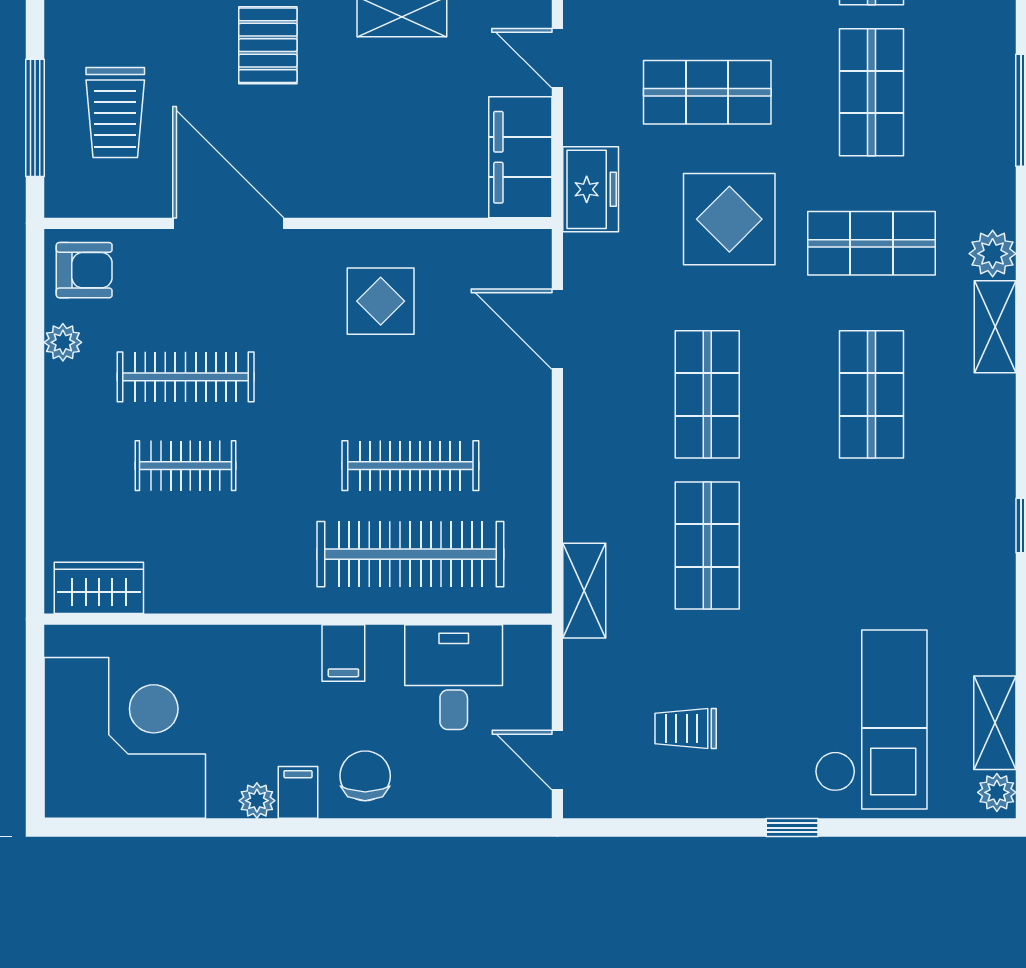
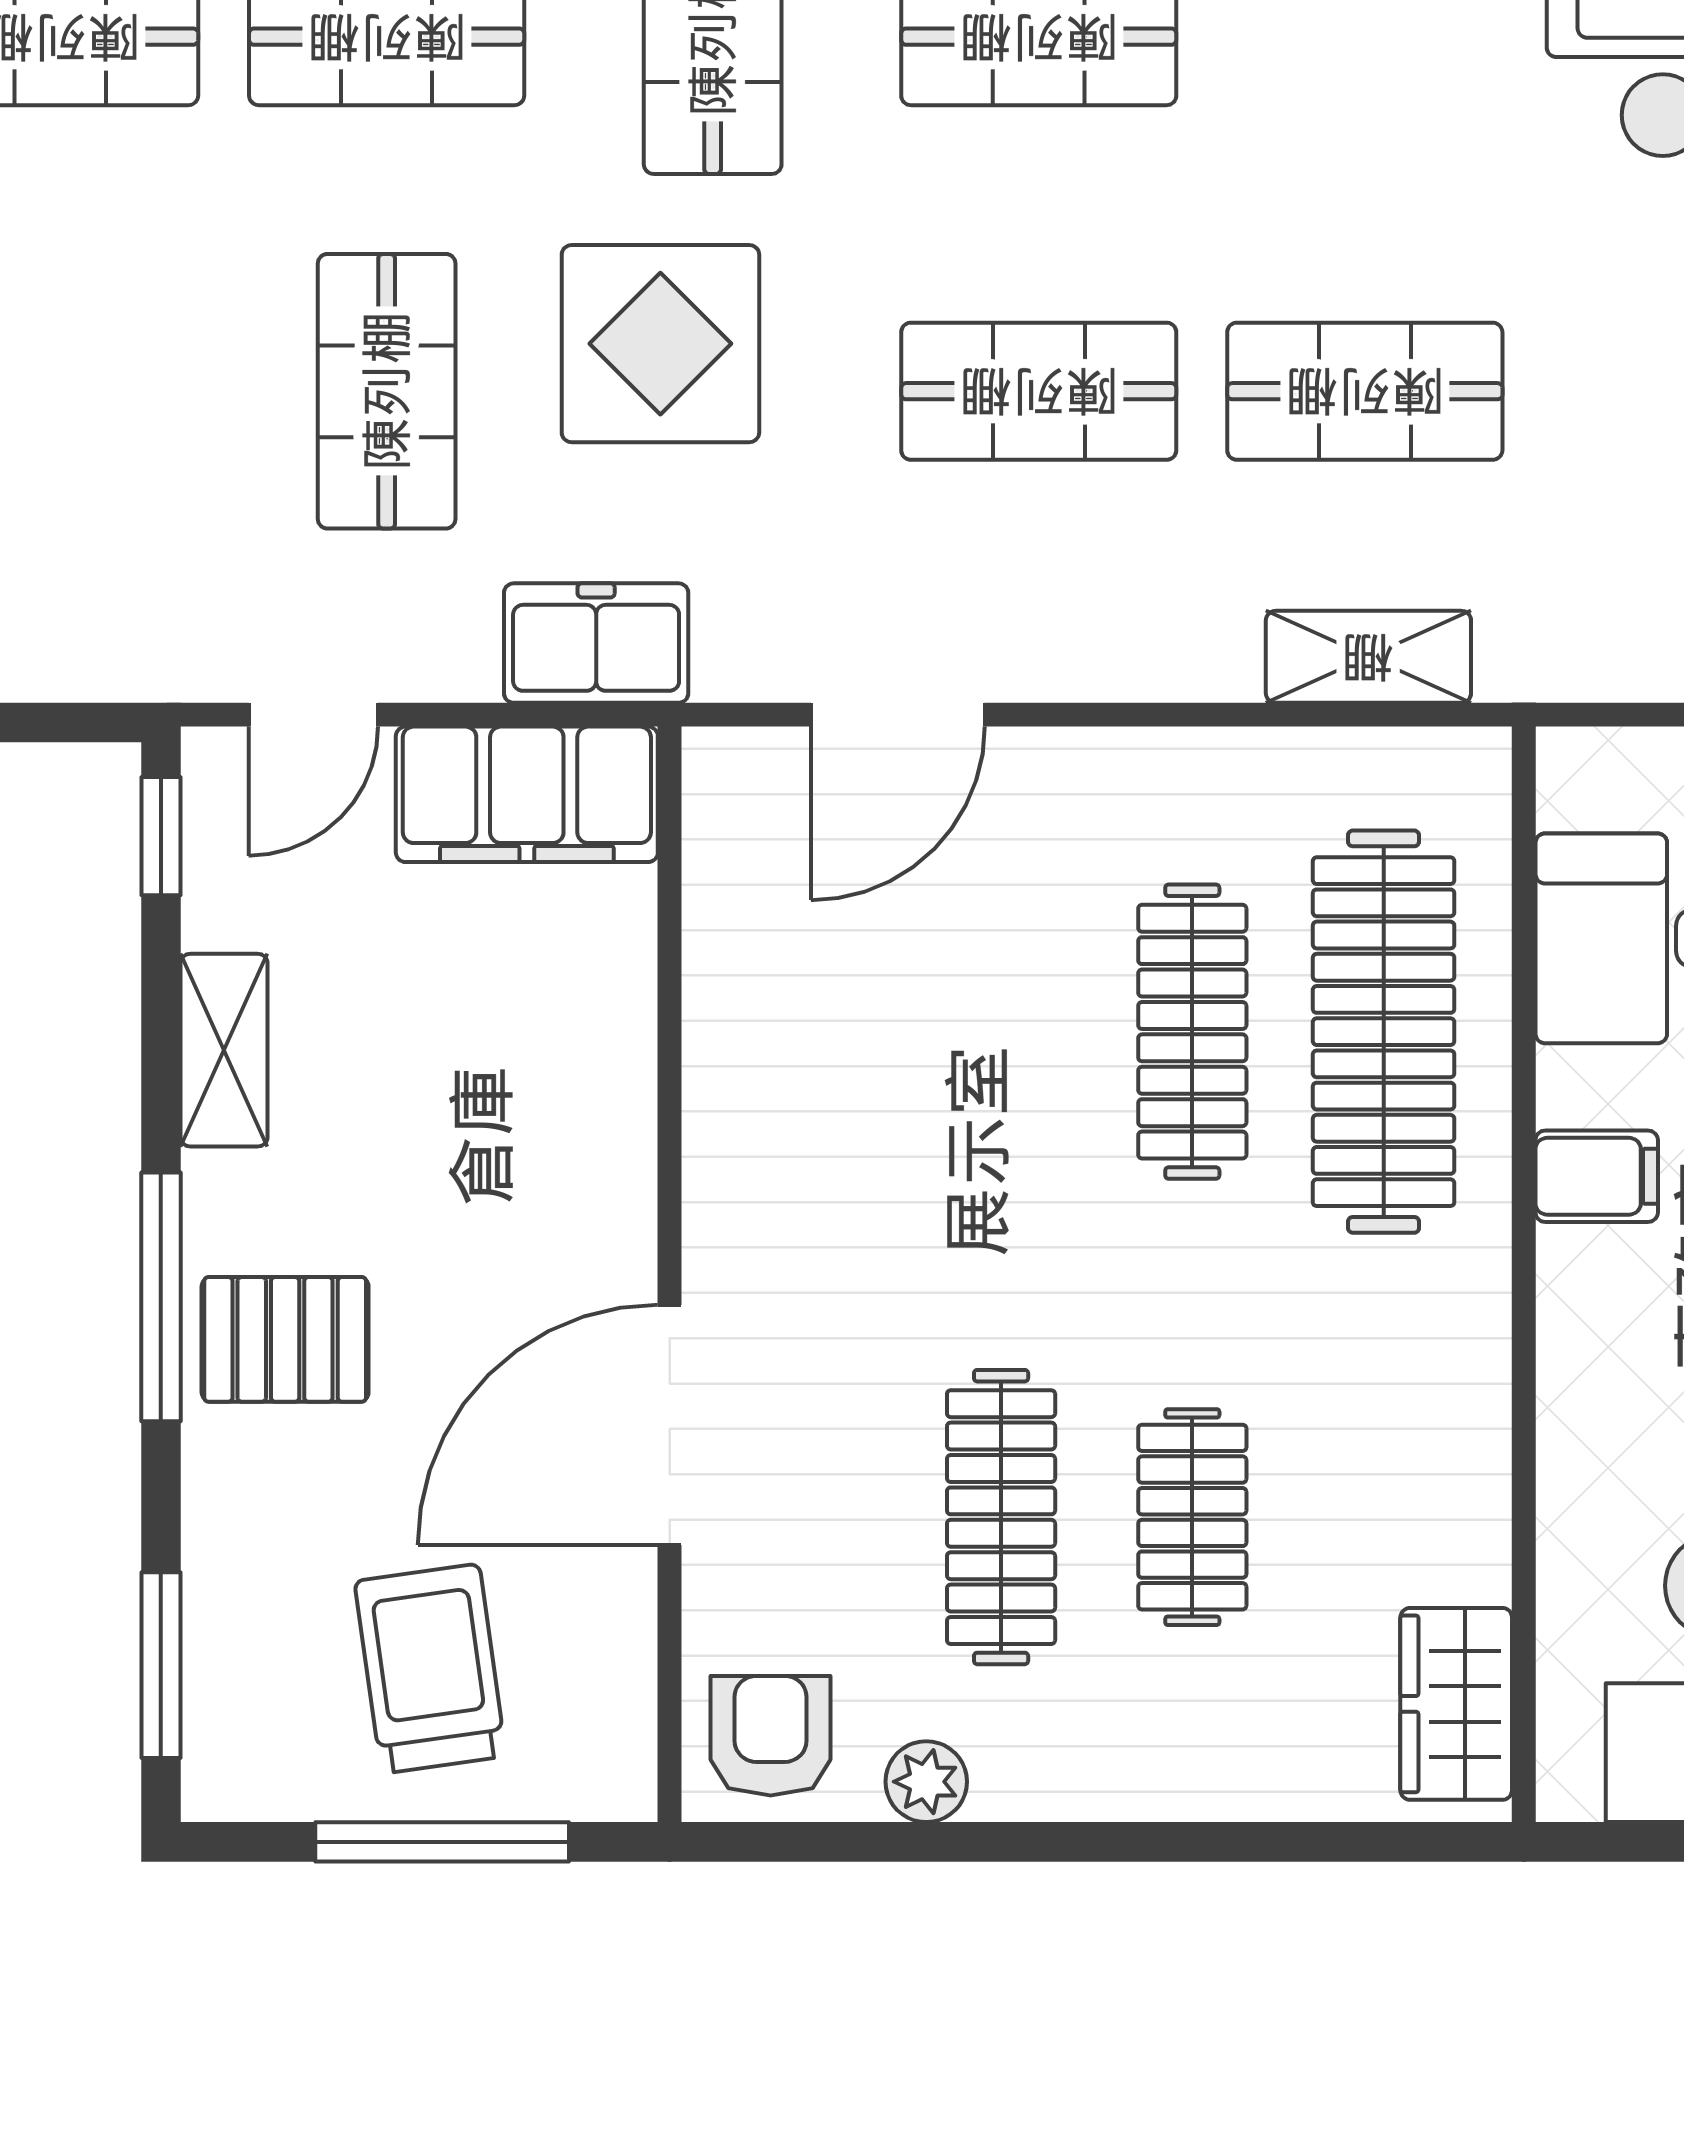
trolley: (115, 112) -> (430, 1669), turned -98
display table: (381, 301) -> (837, 1096), removed
shelving: (584, 591) -> (1368, 657), moved

